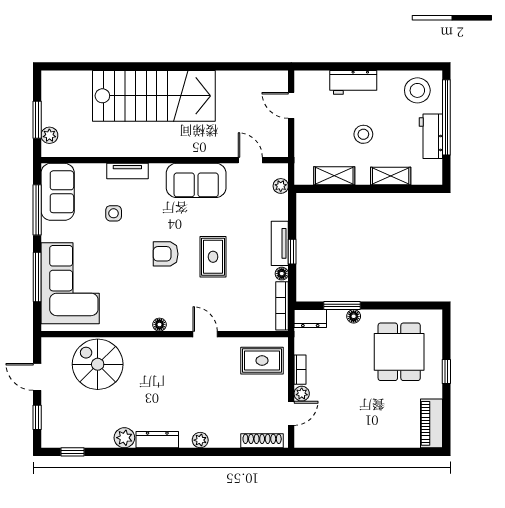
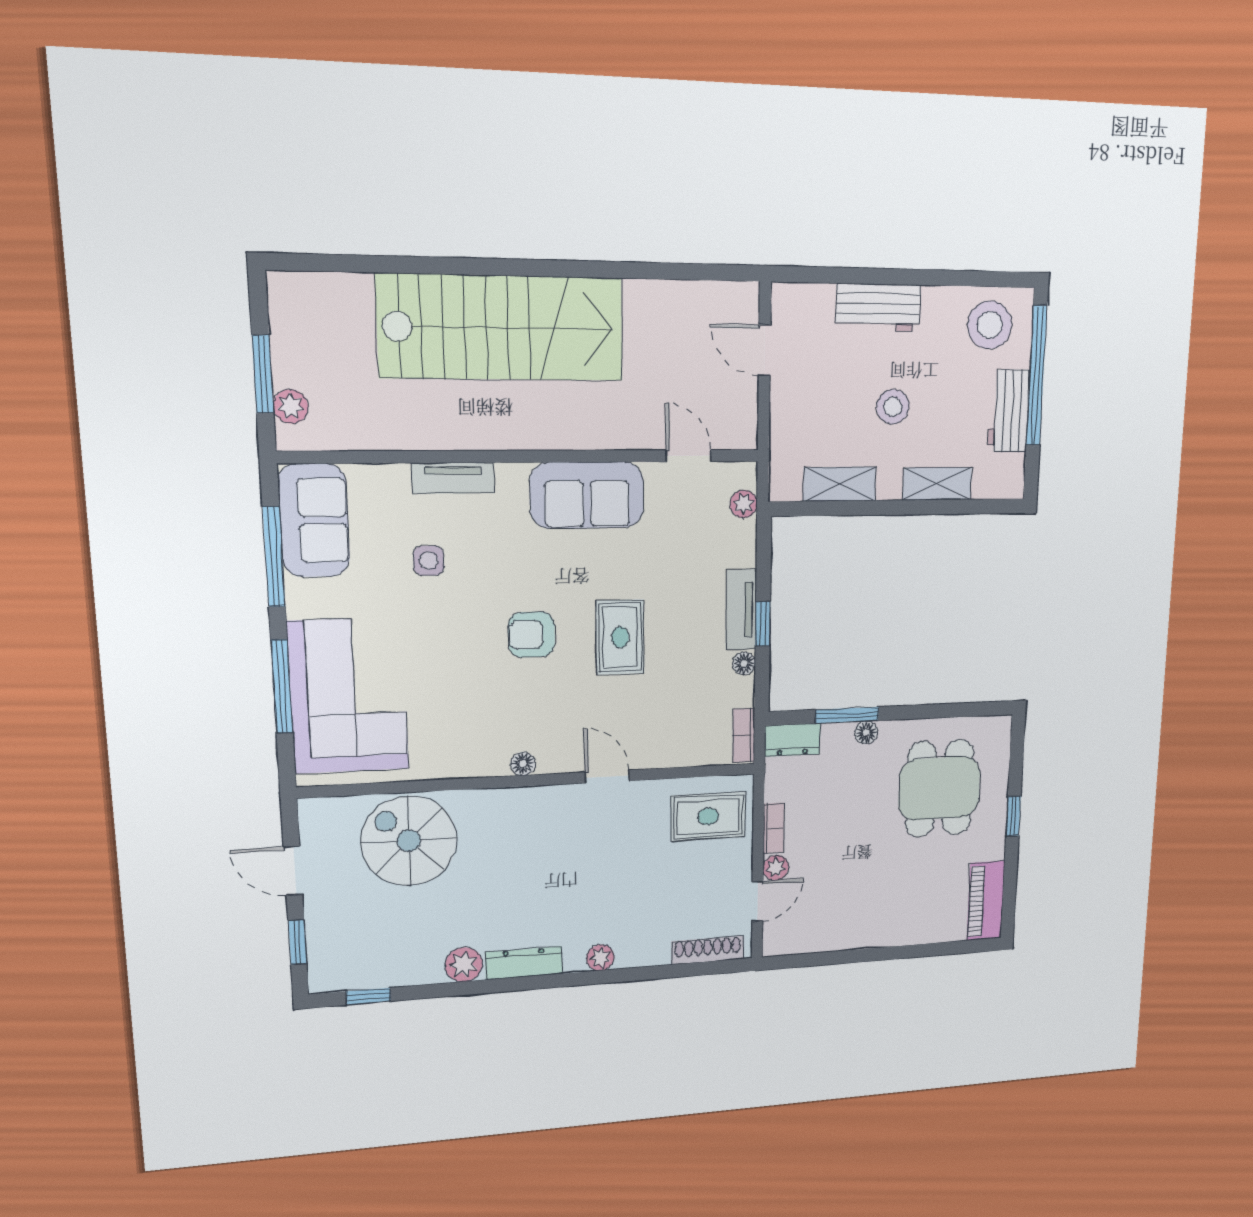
bookcase: (282, 306) -> (744, 735), width x0.64

